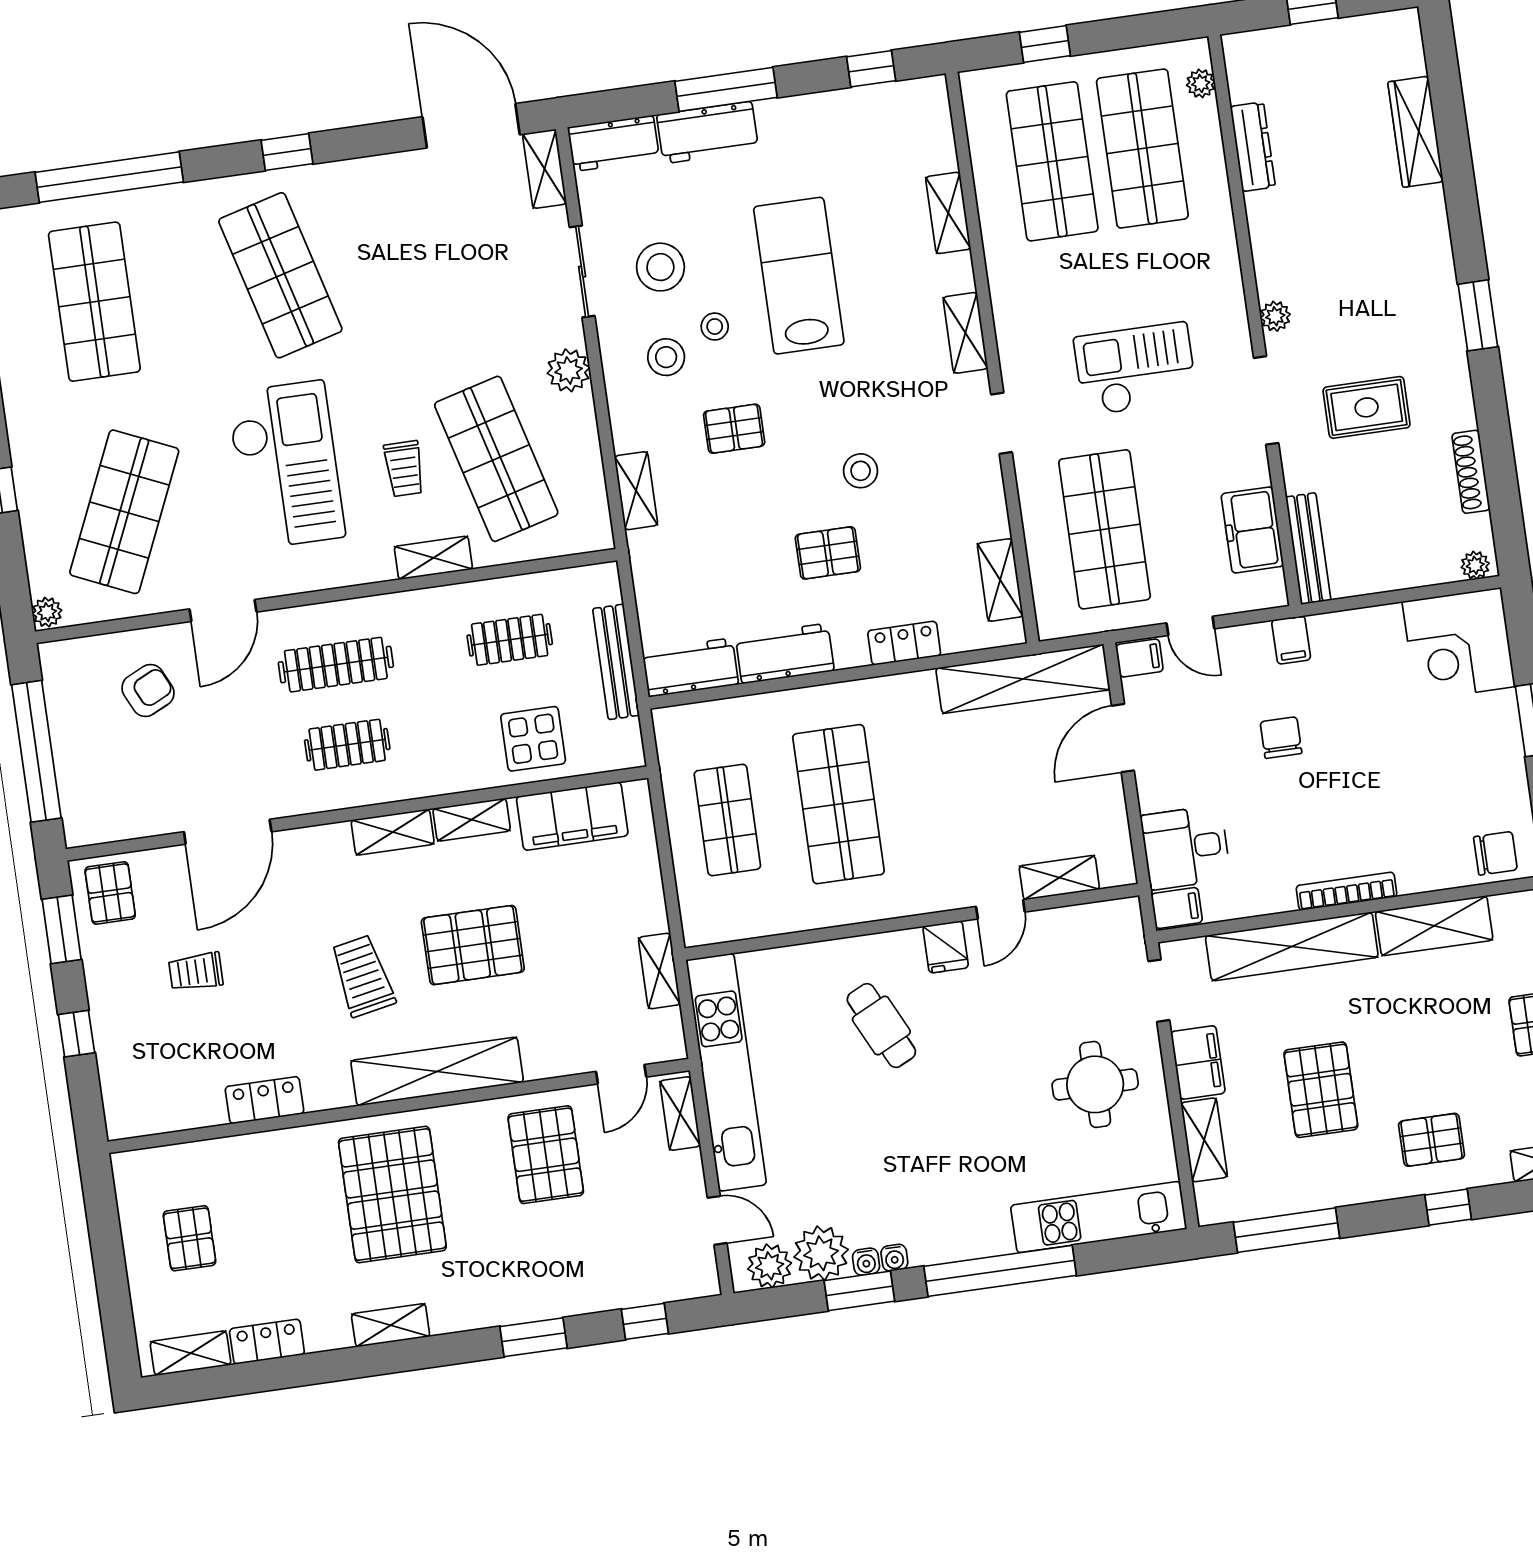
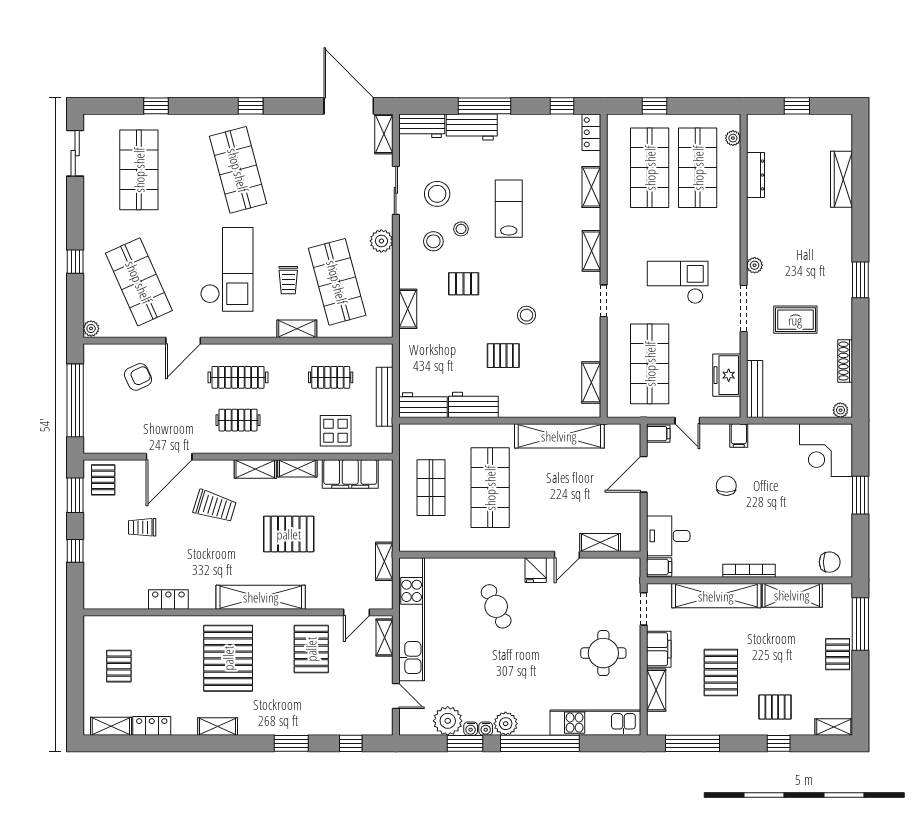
window: (109, 177) -> (156, 106), width x0.32
lab bench: (799, 276) -> (509, 209), width x0.73, depth x0.72
shop shelf: (124, 512) -> (139, 282), turned -48
locker: (904, 643) -> (591, 132), moved, turned -90
shelving: (1023, 679) -> (559, 436), moved
trolley: (363, 976) -> (215, 506), moved, turned 118
plant: (770, 1266) -> (506, 724), moved

